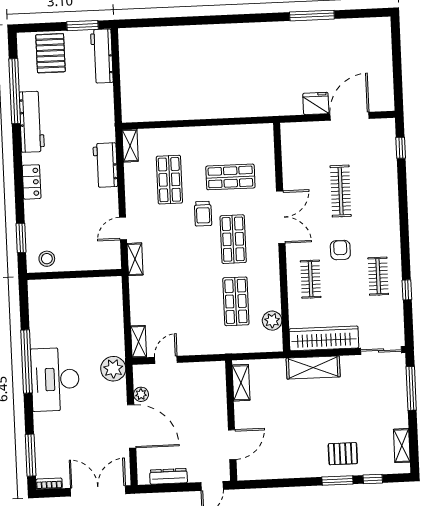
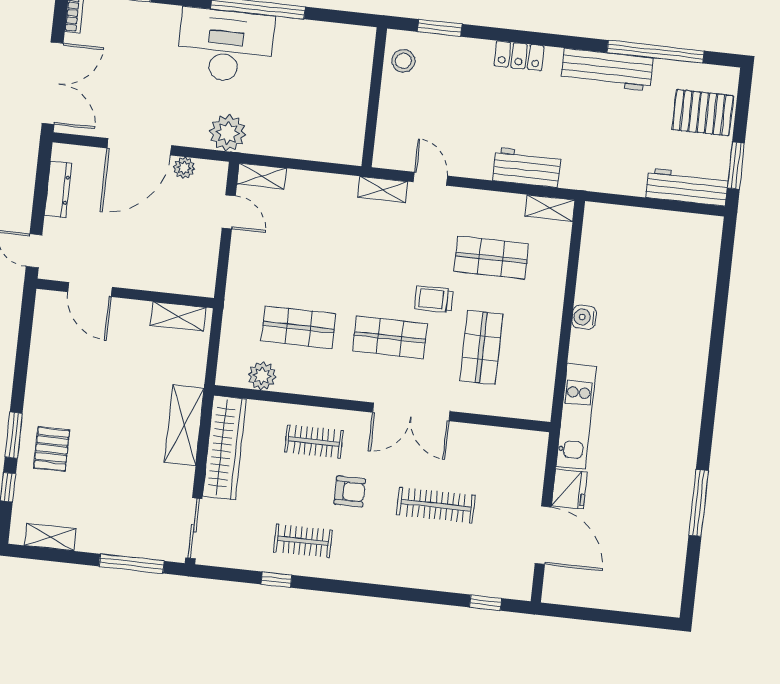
kitchen unit: (267, 106) -> (576, 416), added
water cooler: (200, 111) -> (584, 317), added

